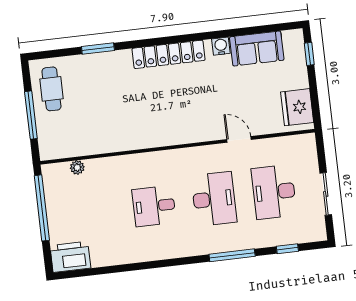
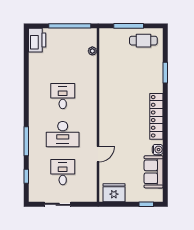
desk: (274, 192) -> (63, 172), width x0.73

